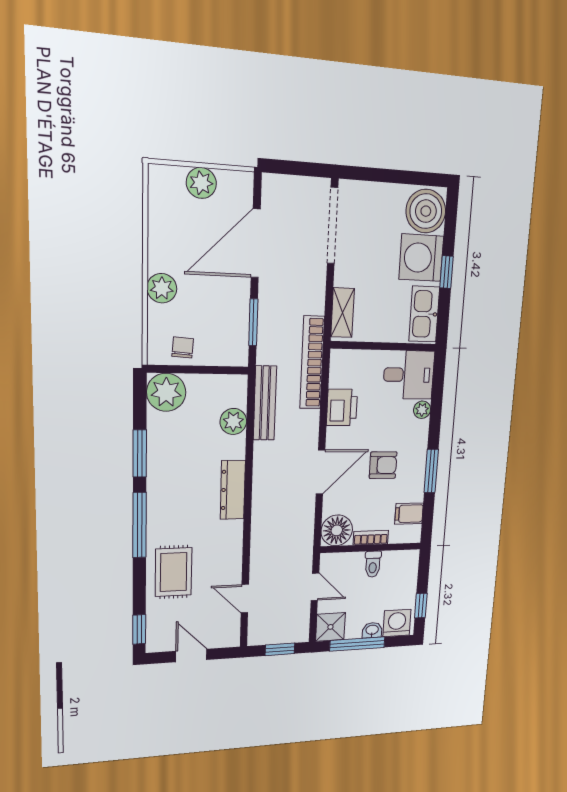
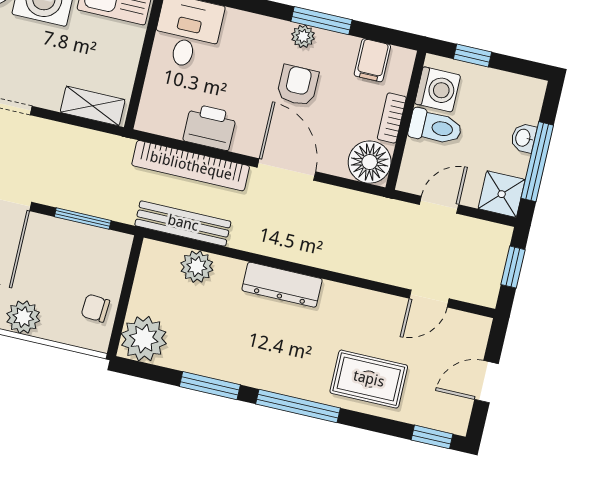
bookcase: (312, 363) -> (191, 166), moved
plant: (422, 410) -> (303, 36), moved
toilet: (373, 564) -> (435, 127), width x1.37, depth x1.39
window: (421, 606) -> (473, 55), moved
washing machine: (397, 623) -> (438, 89), moved, turned 180

